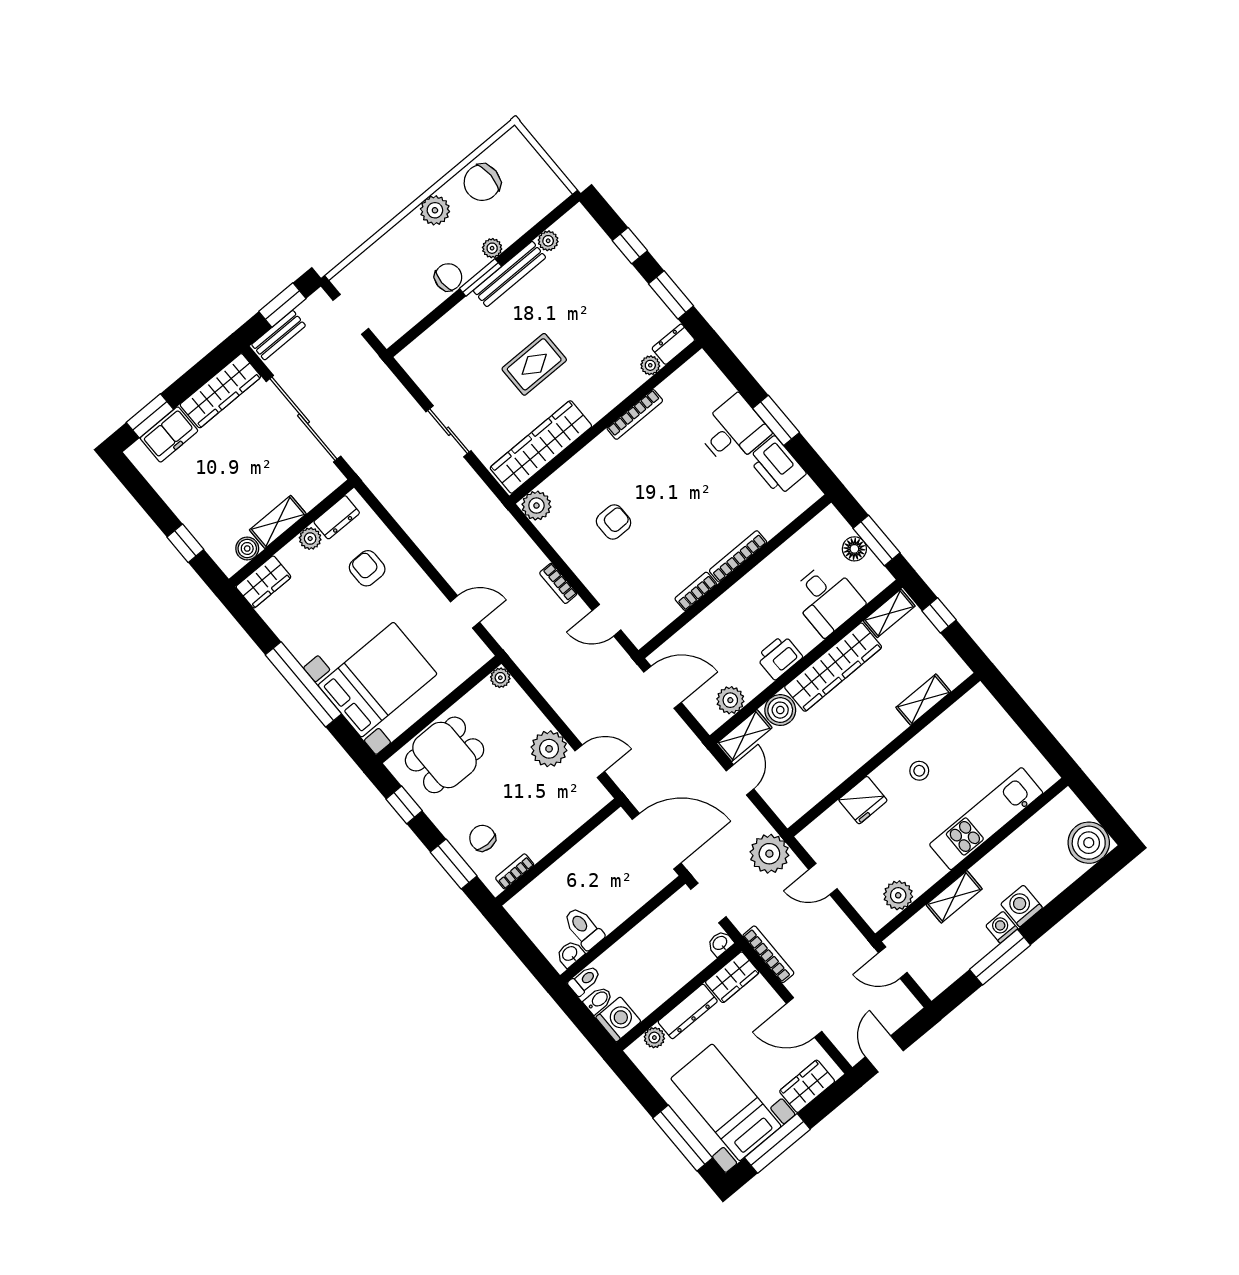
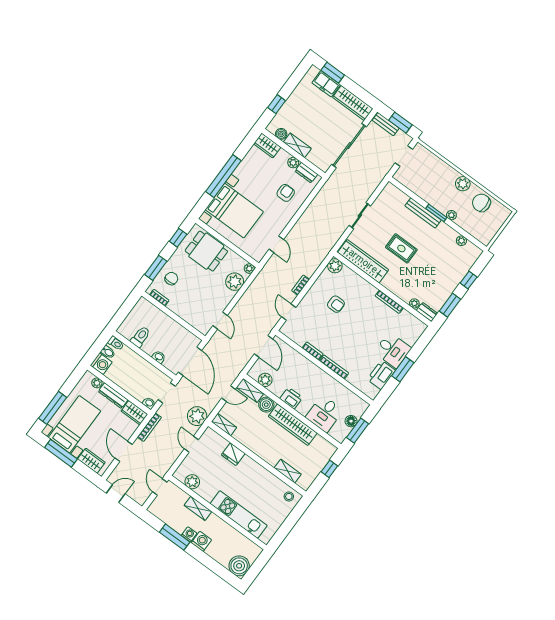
bench: (509, 274) -> (423, 213), moved
chair: (448, 277) -> (433, 198), removed
shelving: (889, 613) -> (224, 425), moved
plant: (549, 749) -> (235, 282), moved
stool: (919, 771) -> (289, 496), moved
washbasin: (570, 954) -> (159, 357), moved

